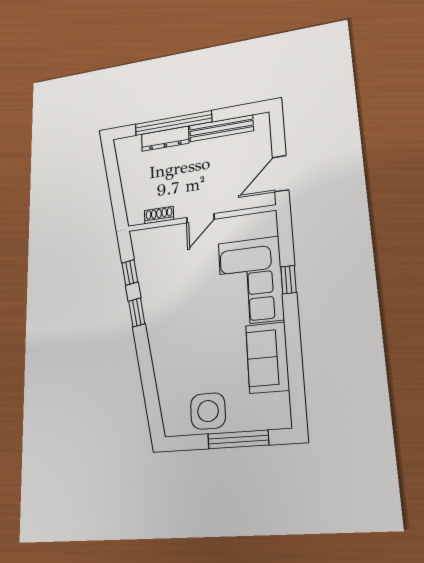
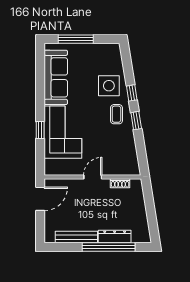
window: (130, 273) -> (132, 93), moved
coffee table: (167, 319) -> (116, 114), added
sofa: (267, 358) -> (56, 77), width x1.36
side table: (208, 411) -> (109, 86), moved

